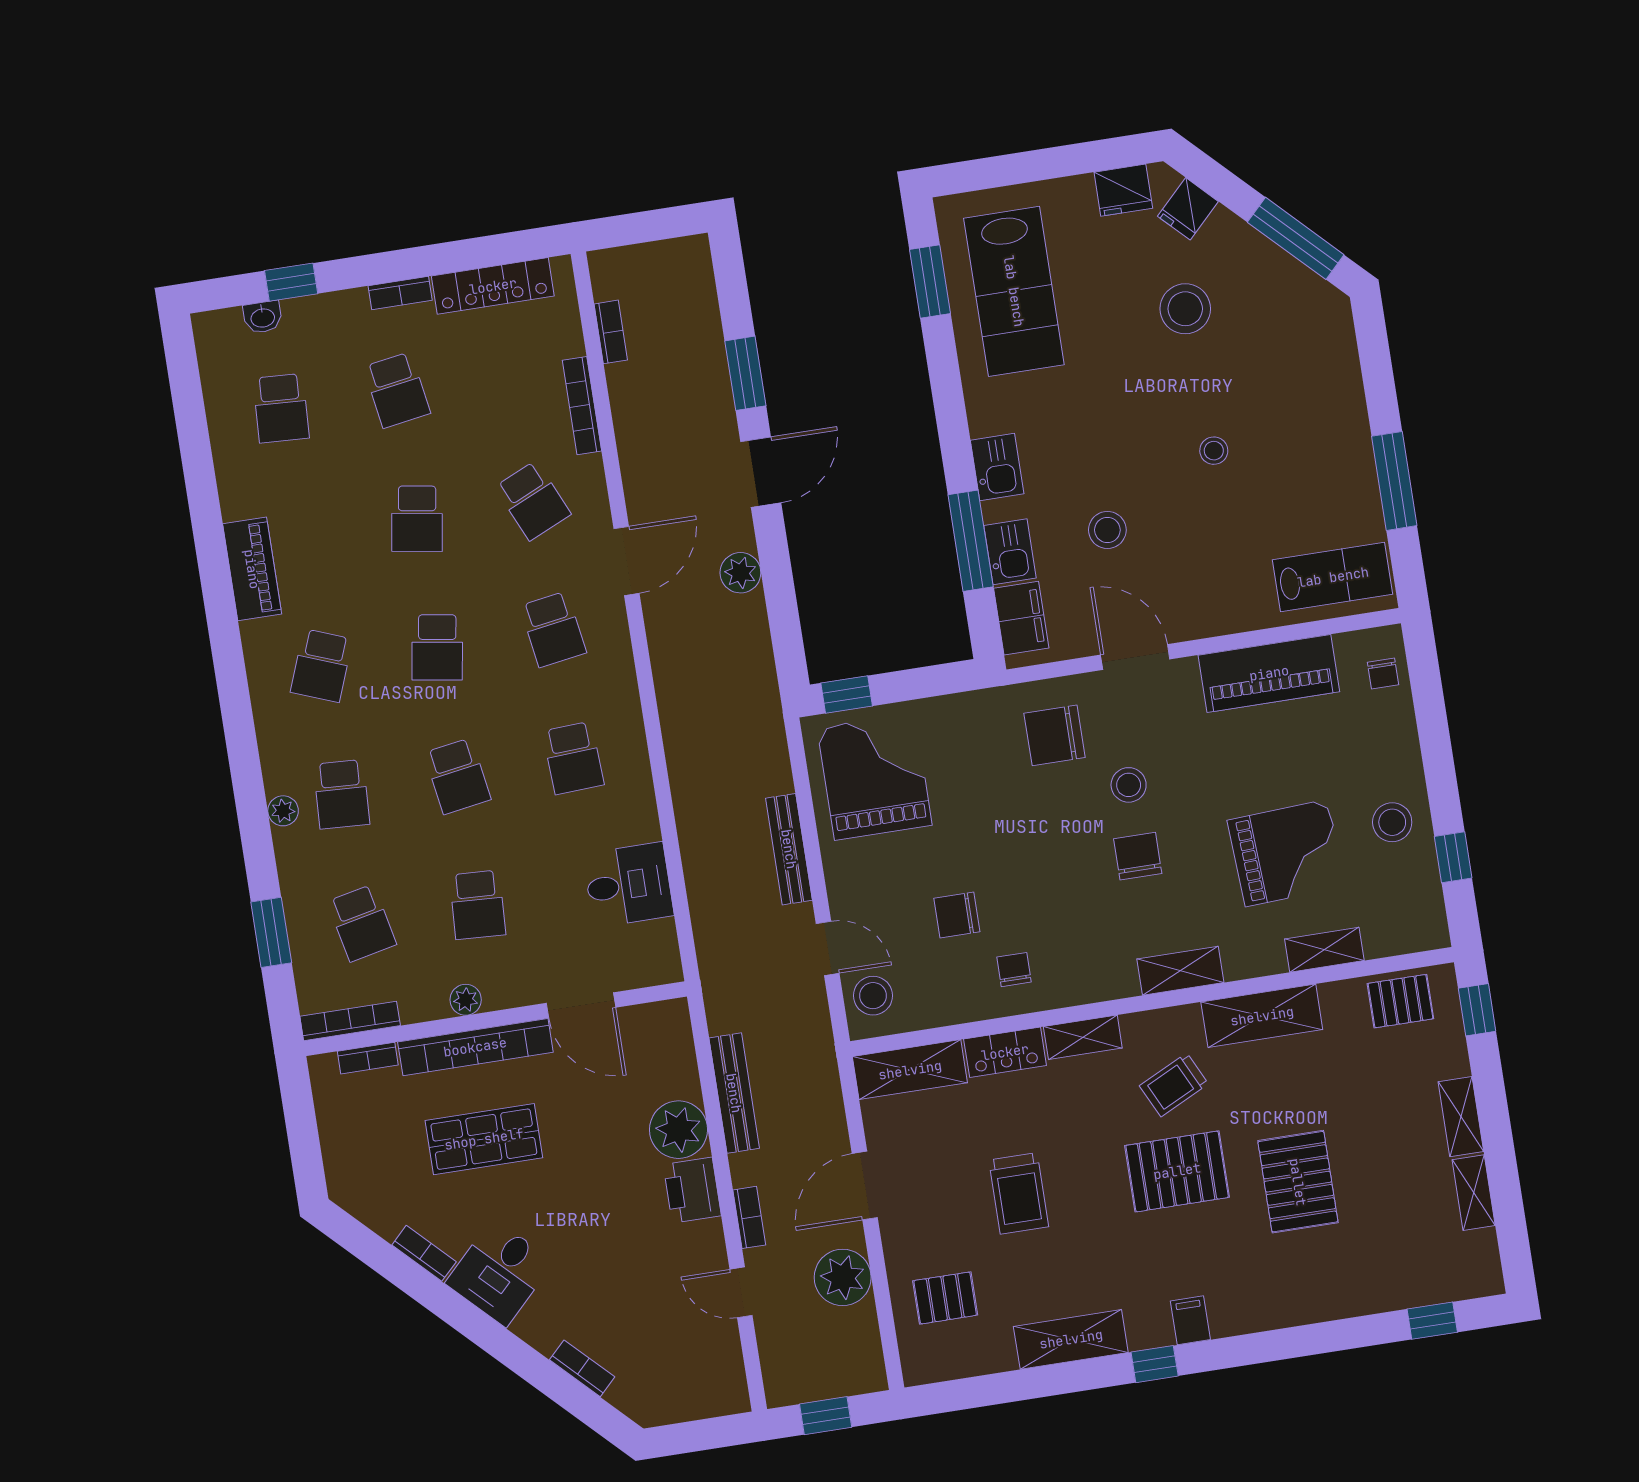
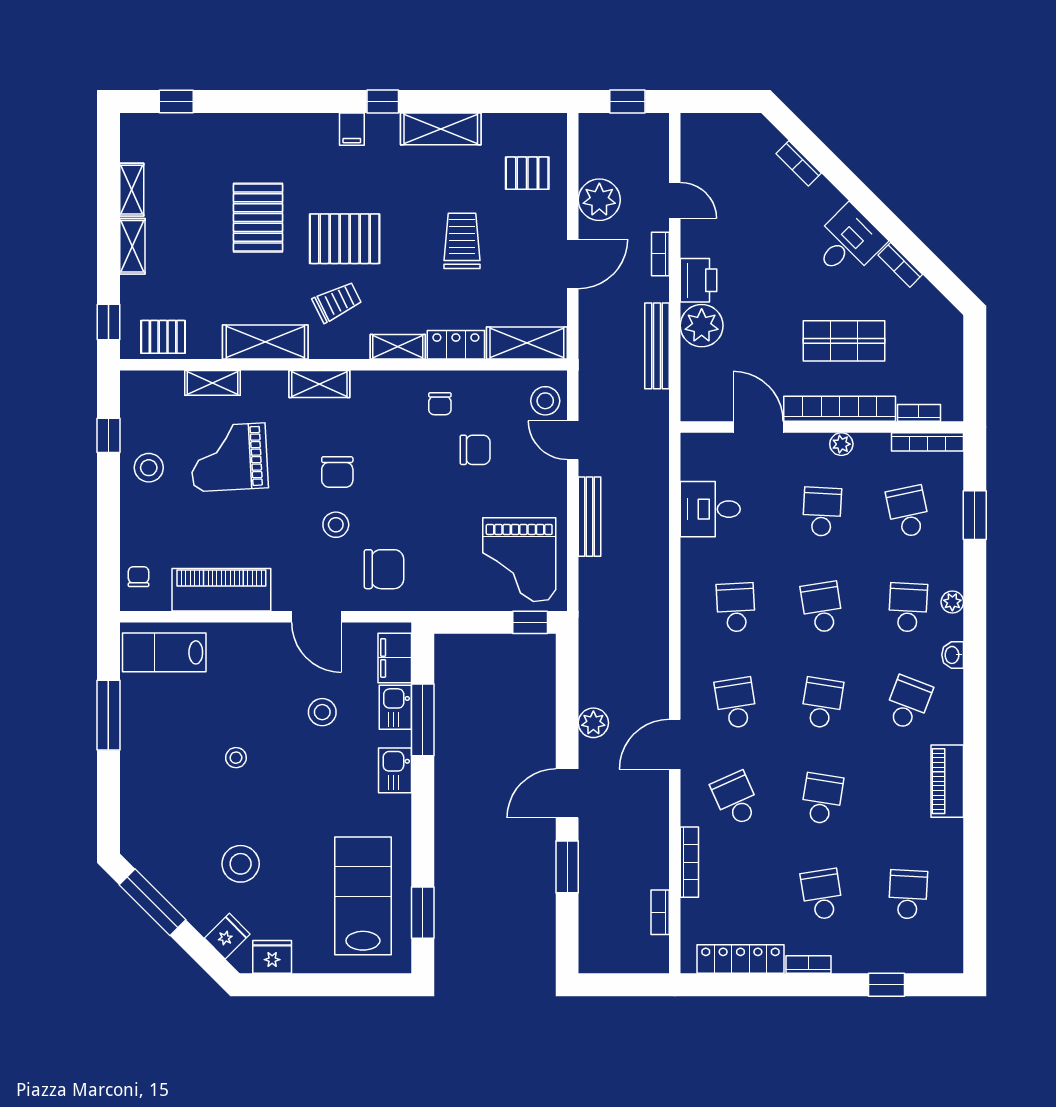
washbasin: (263, 317) -> (953, 655), moved, turned -90

